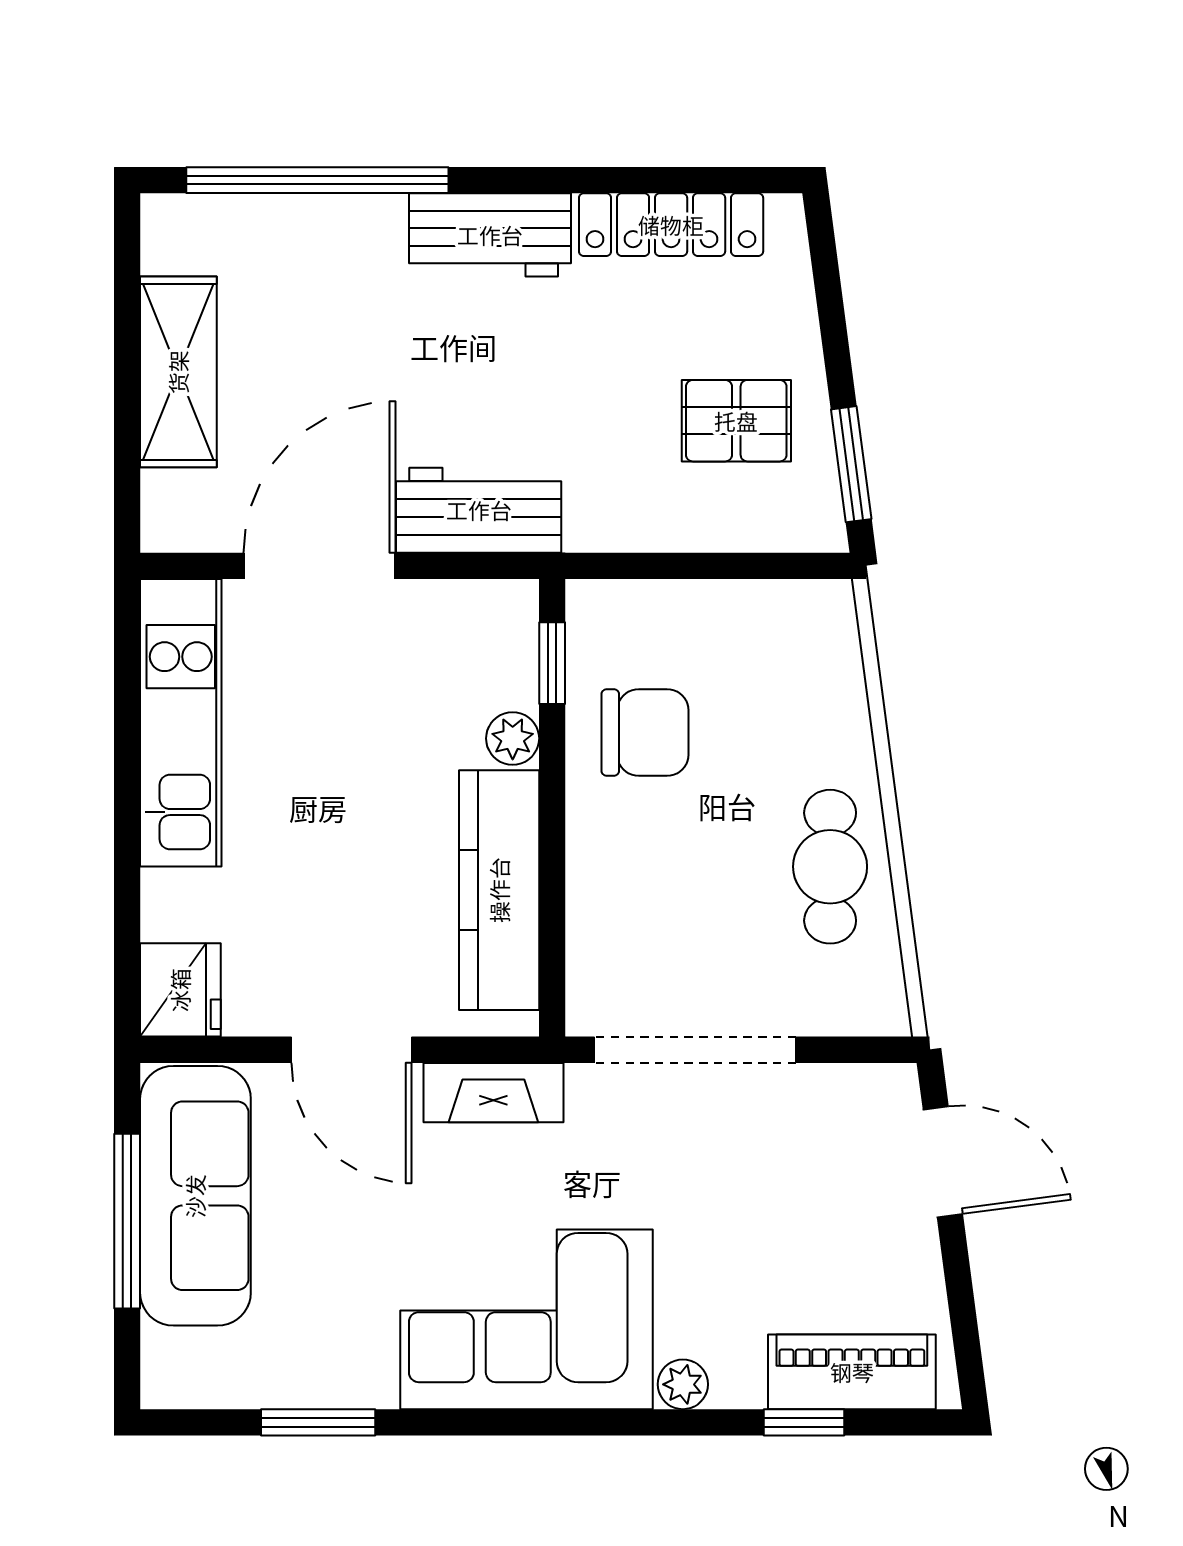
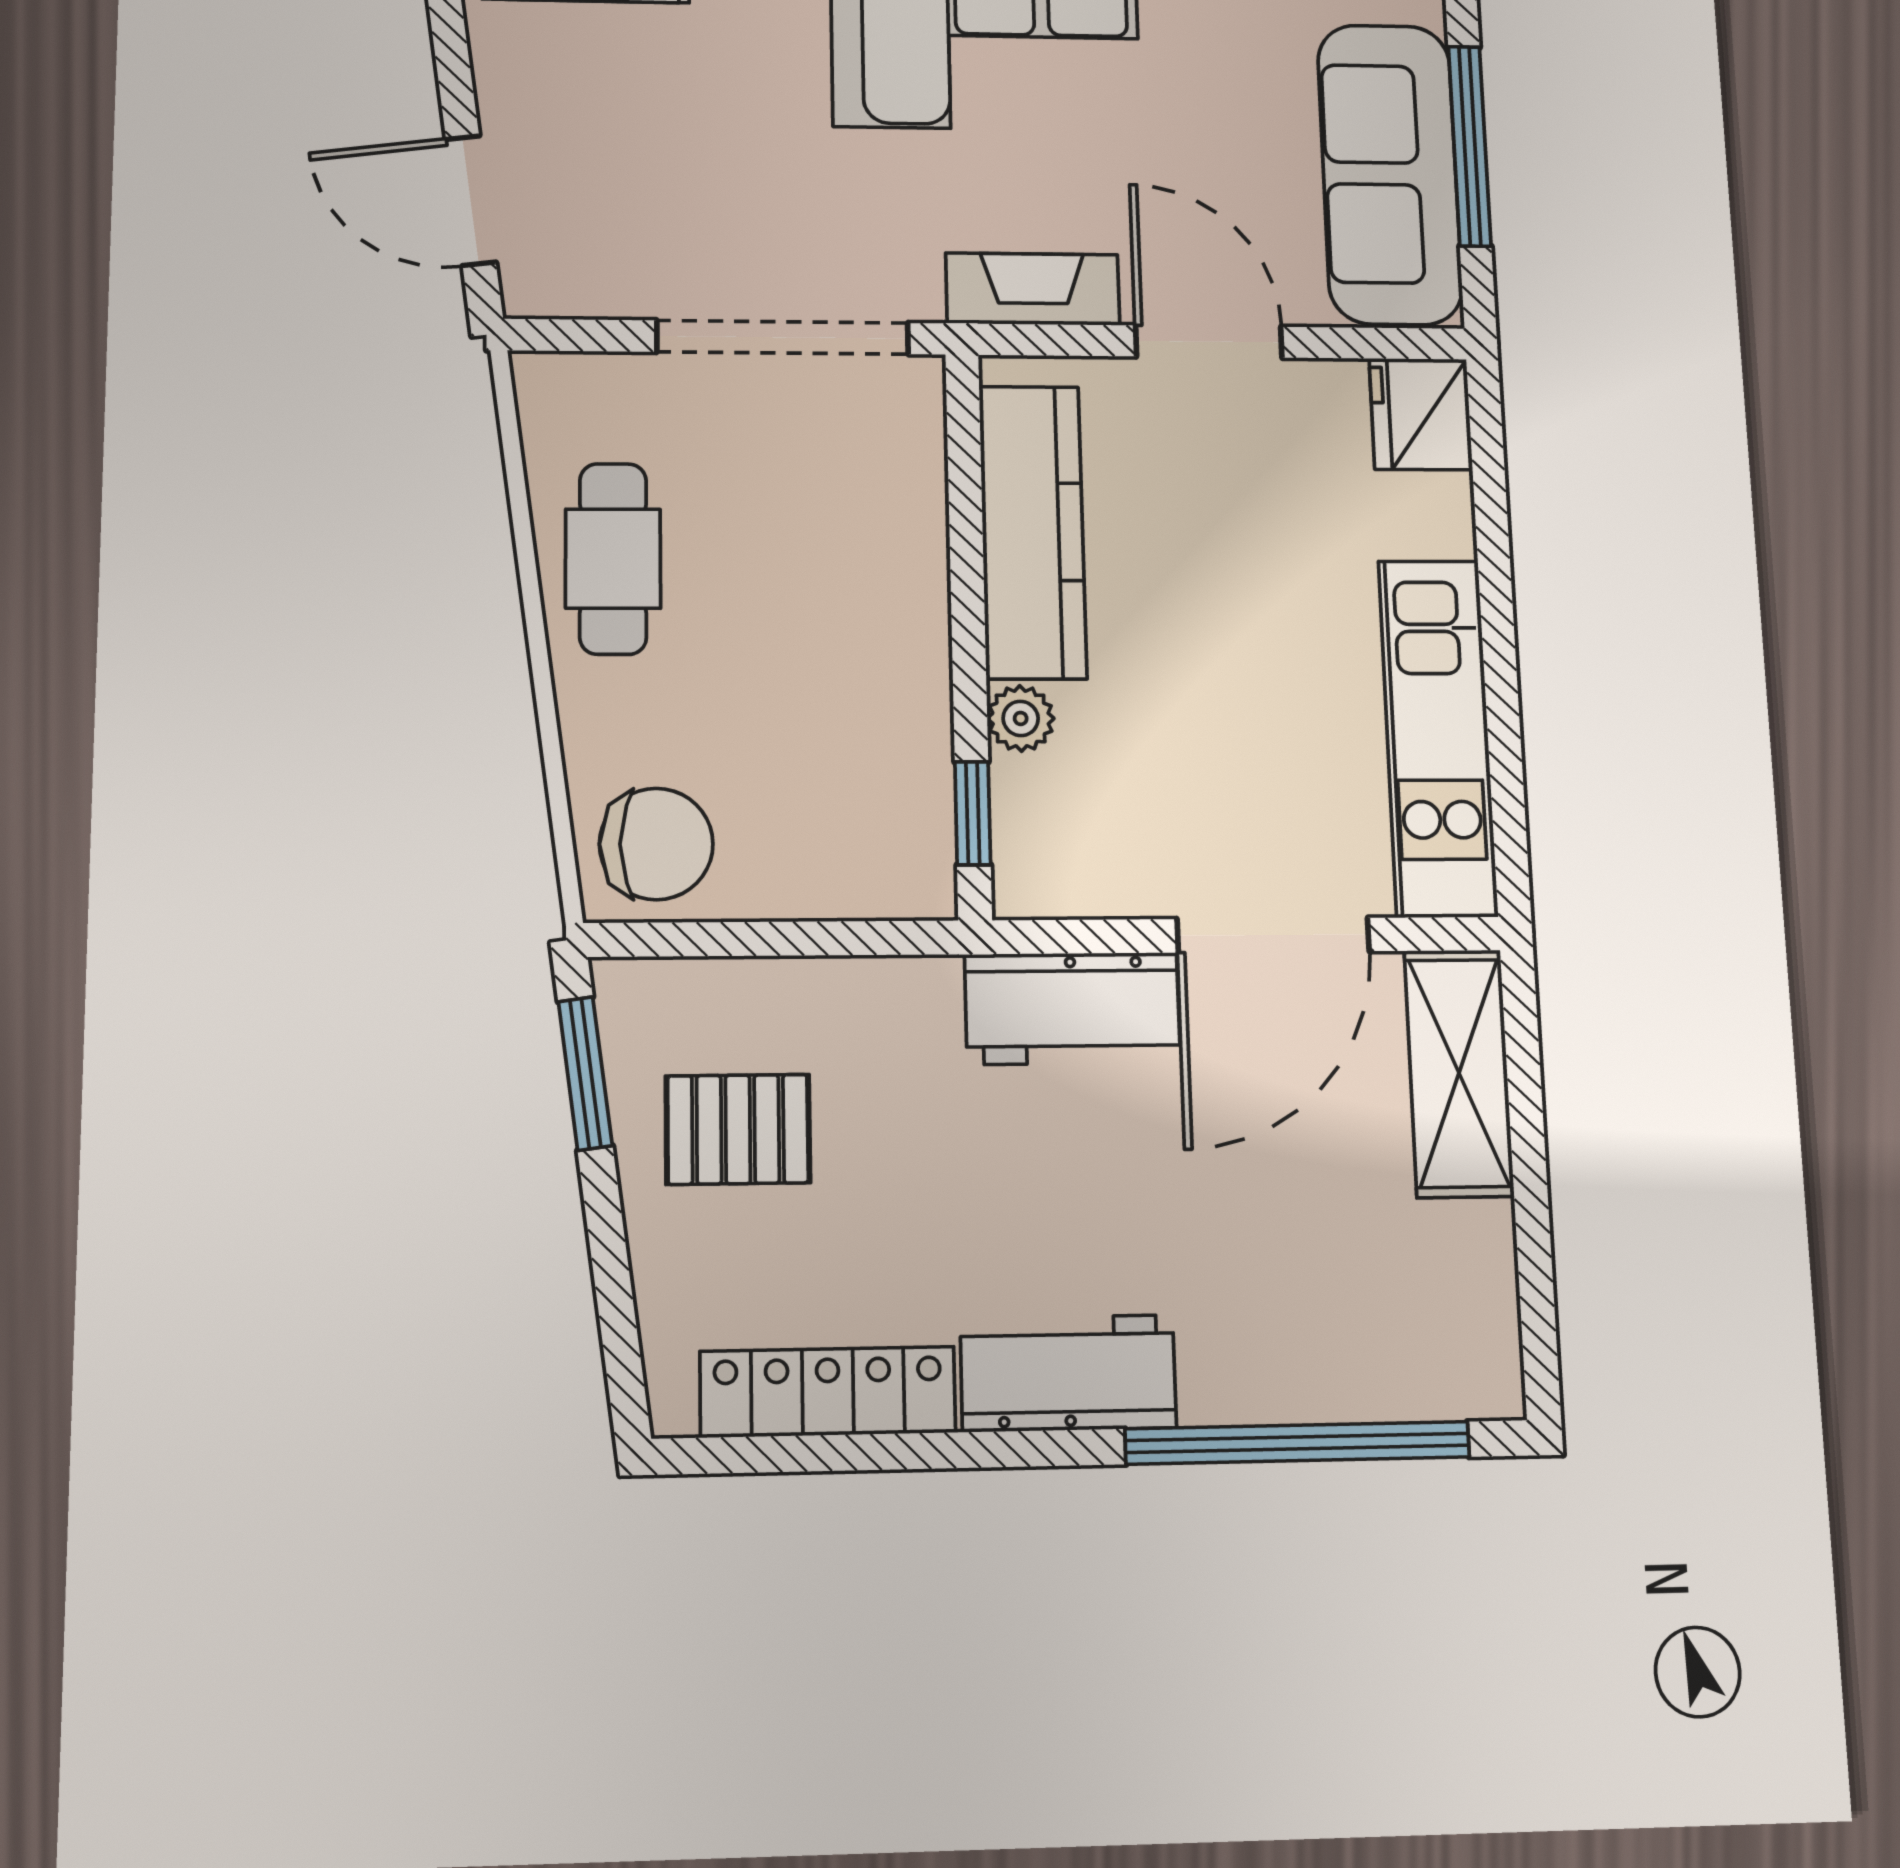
shelving: (178, 372) -> (1459, 1073), moved
chair: (645, 733) -> (656, 844), moved, turned 180

